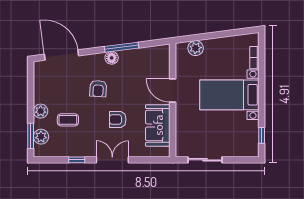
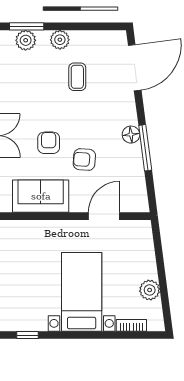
plant: (196, 48) -> (150, 290), moved
armchair: (98, 89) -> (84, 160), moved
door: (173, 91) -> (104, 216), moved
coffee table: (68, 120) -> (77, 77), moved

